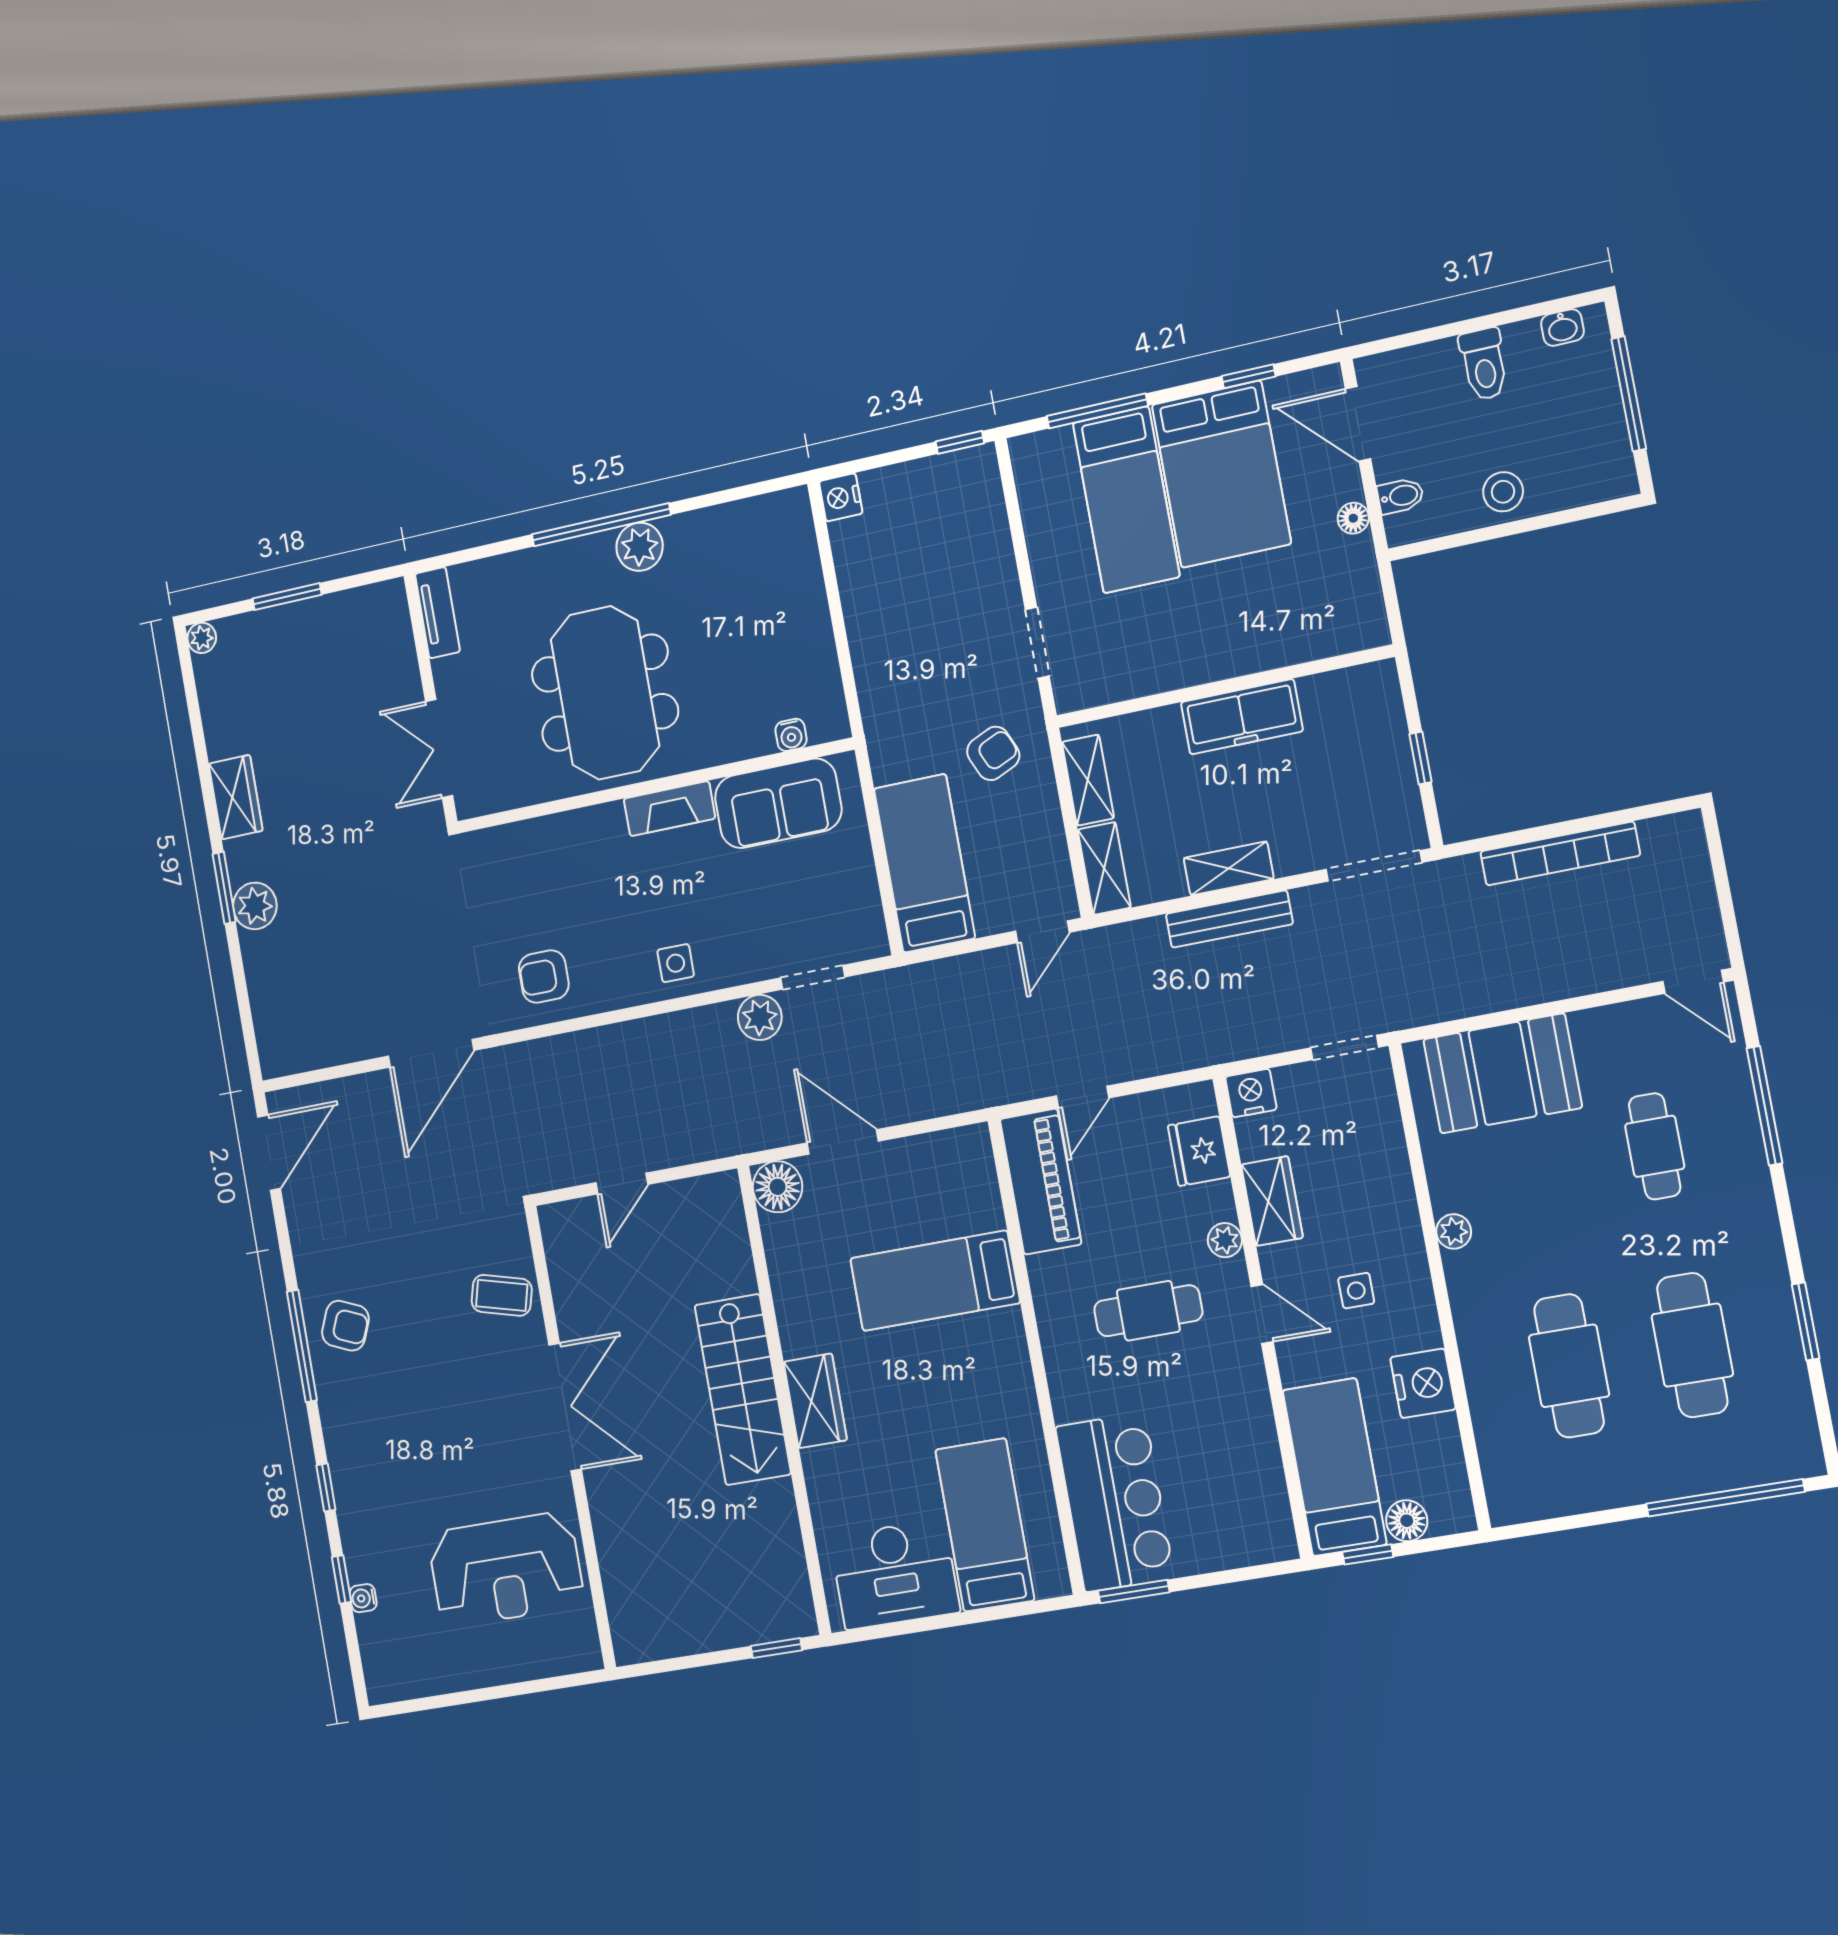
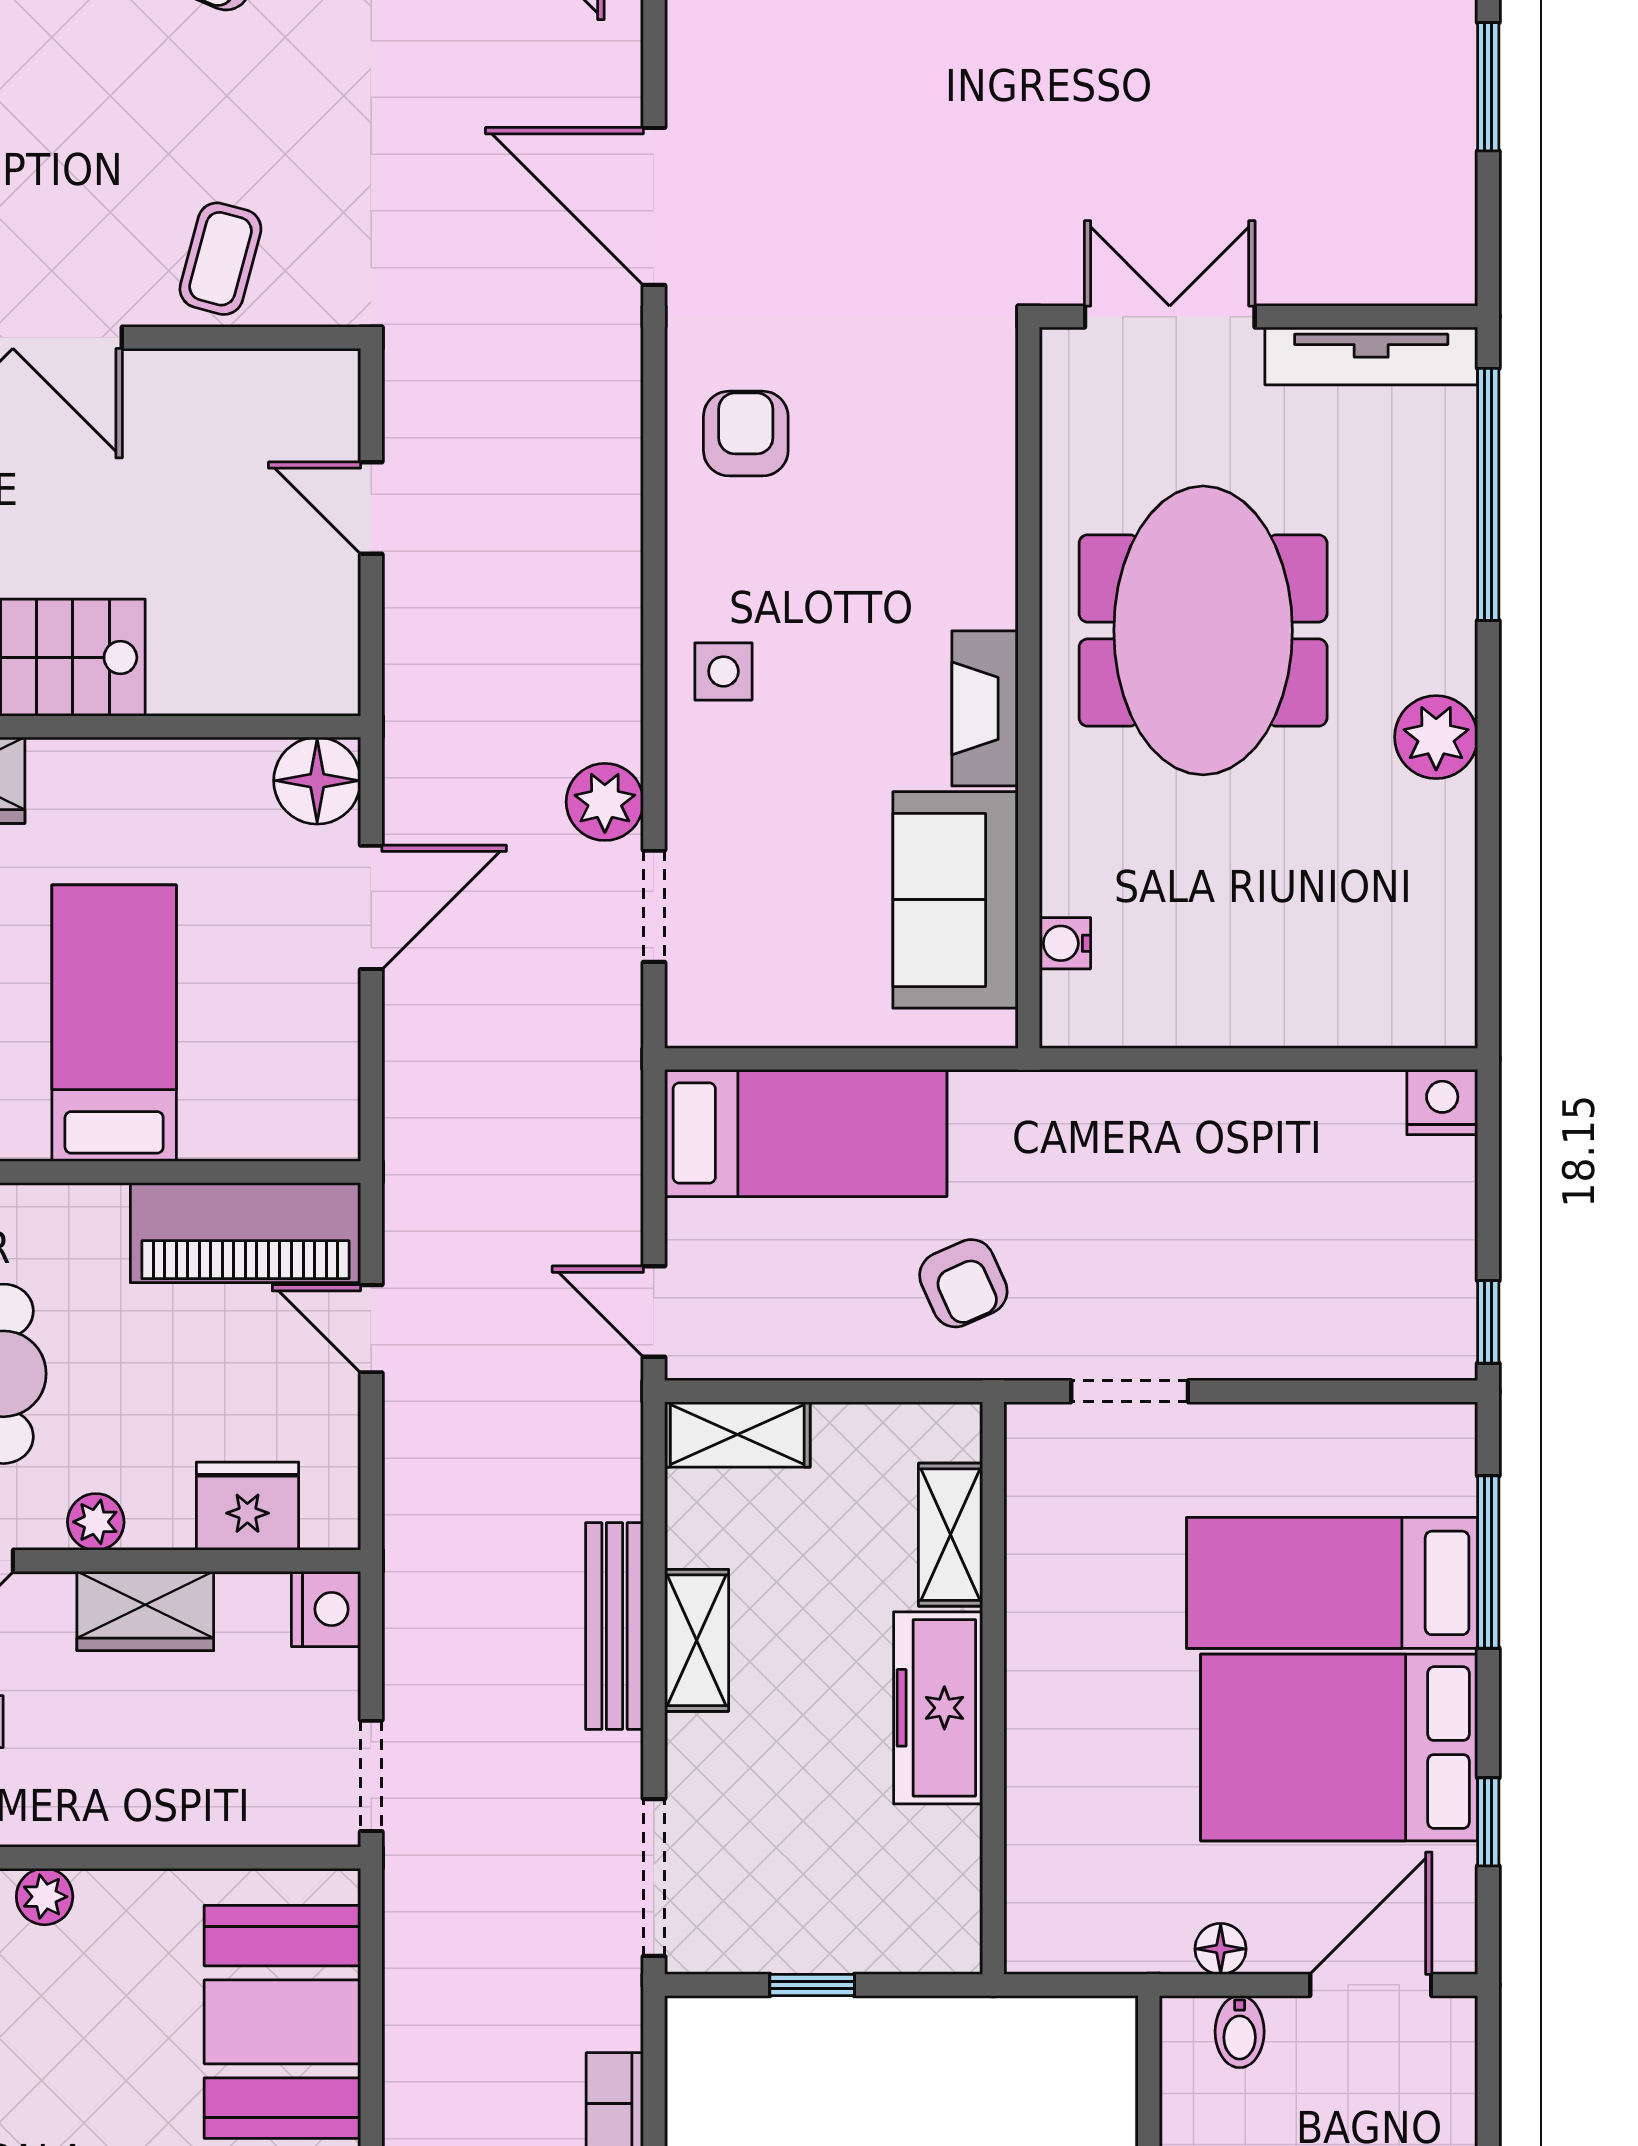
window: (601, 525) -> (1488, 494), moved
tv unit: (437, 613) -> (1371, 356), width x1.41
meeting table: (605, 693) -> (1203, 630), turned 90
shelving: (1088, 780) -> (951, 1535), moved, turned 90

